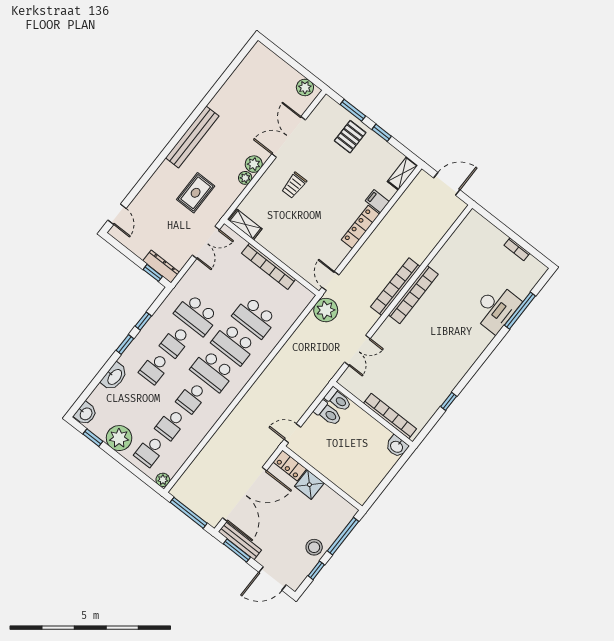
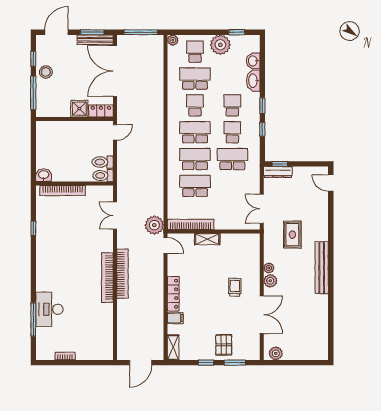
shelving: (245, 224) -> (207, 239), moved
bookcase: (269, 266) -> (191, 224), moved
washbasin: (86, 414) -> (253, 61), moved
school desk: (171, 424) -> (195, 79), width x1.85

